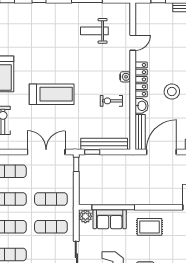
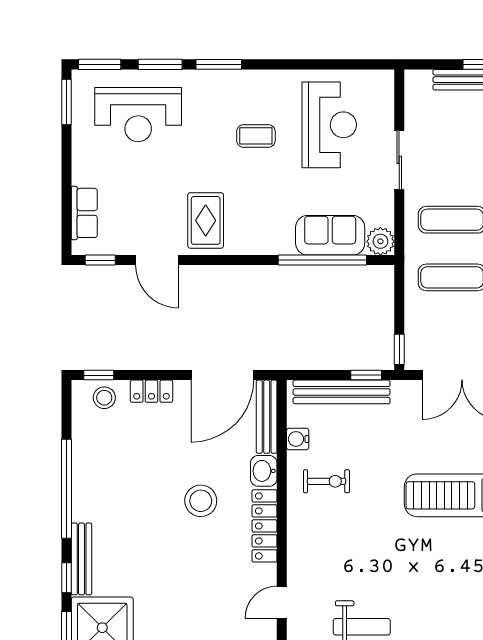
water cooler: (125, 77) -> (298, 439), moved
rug: (149, 227) -> (206, 220), moved, turned 90

